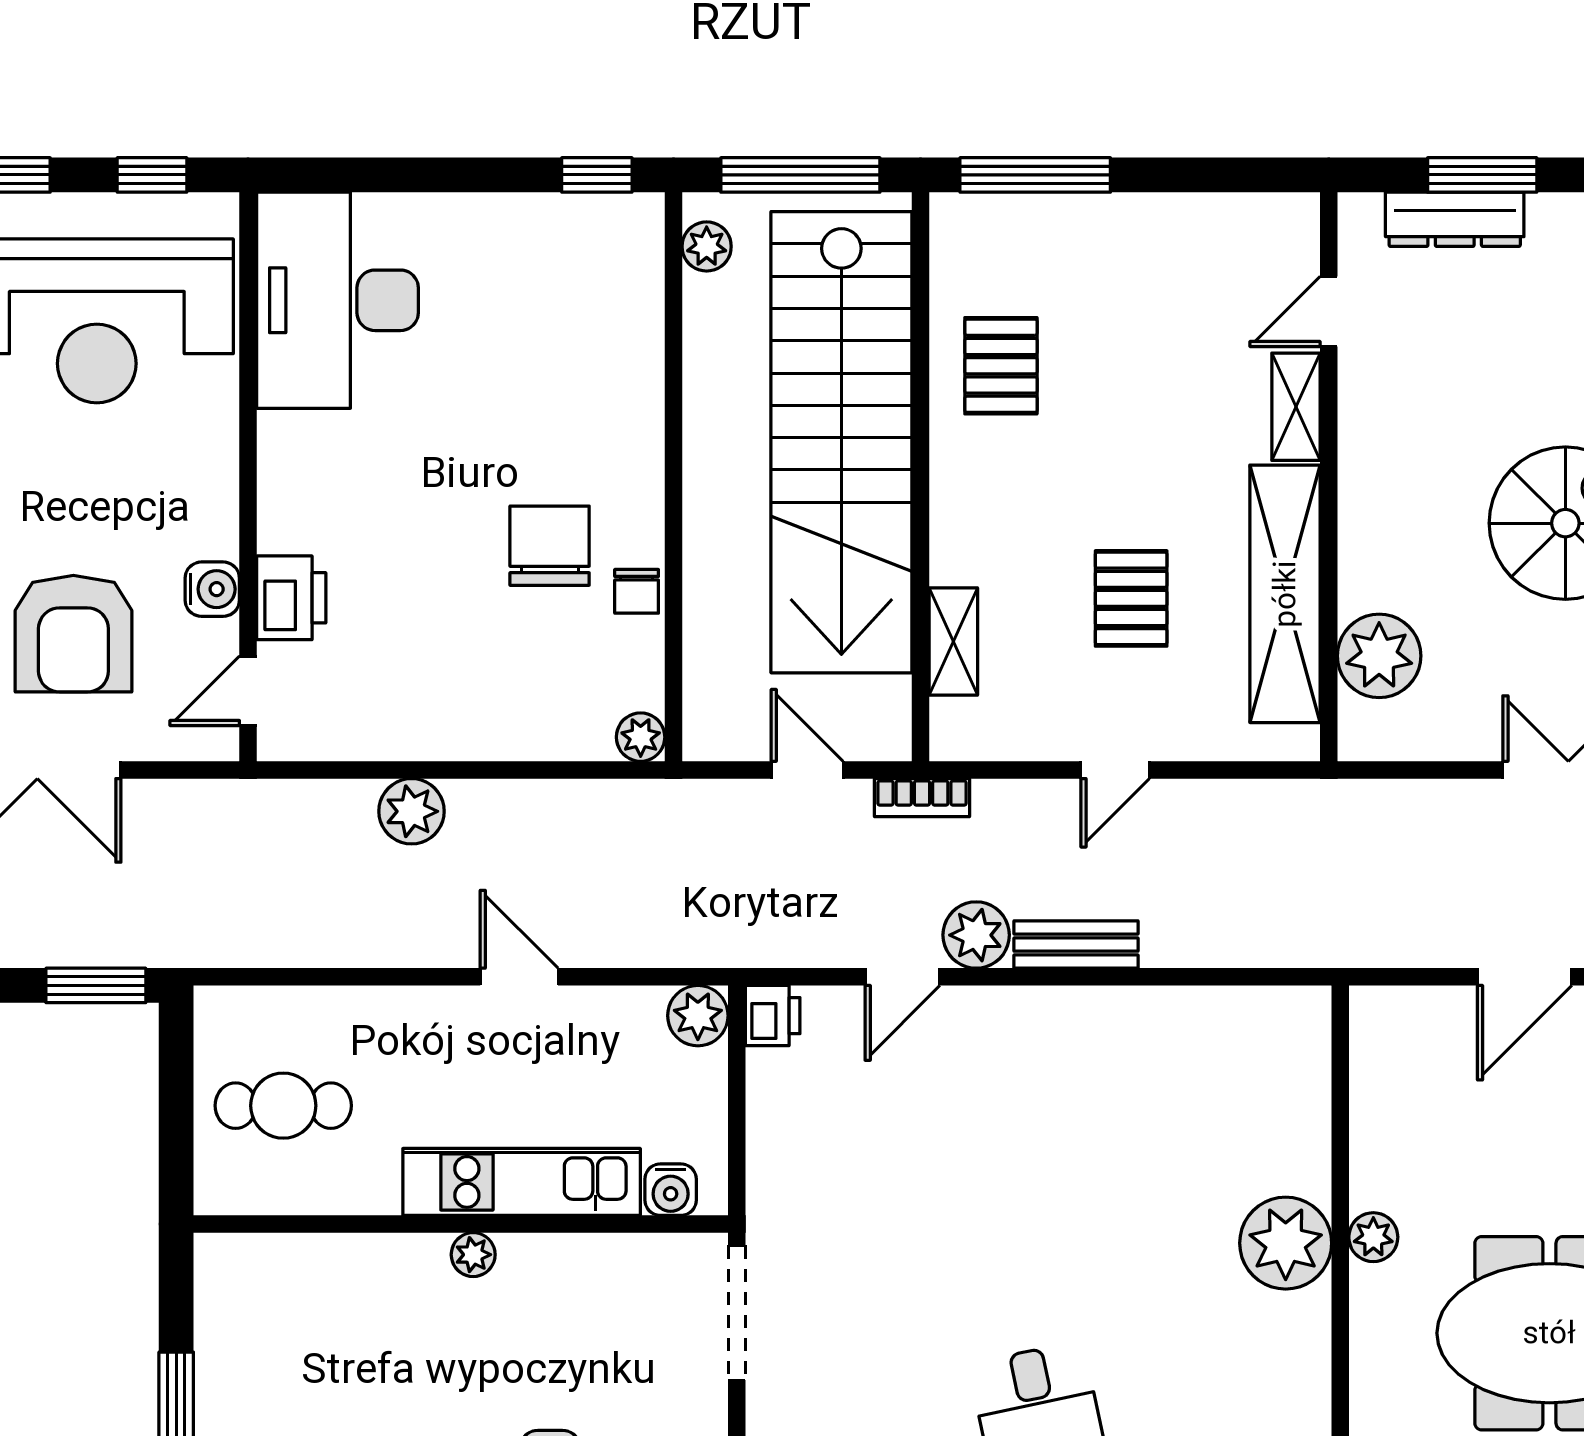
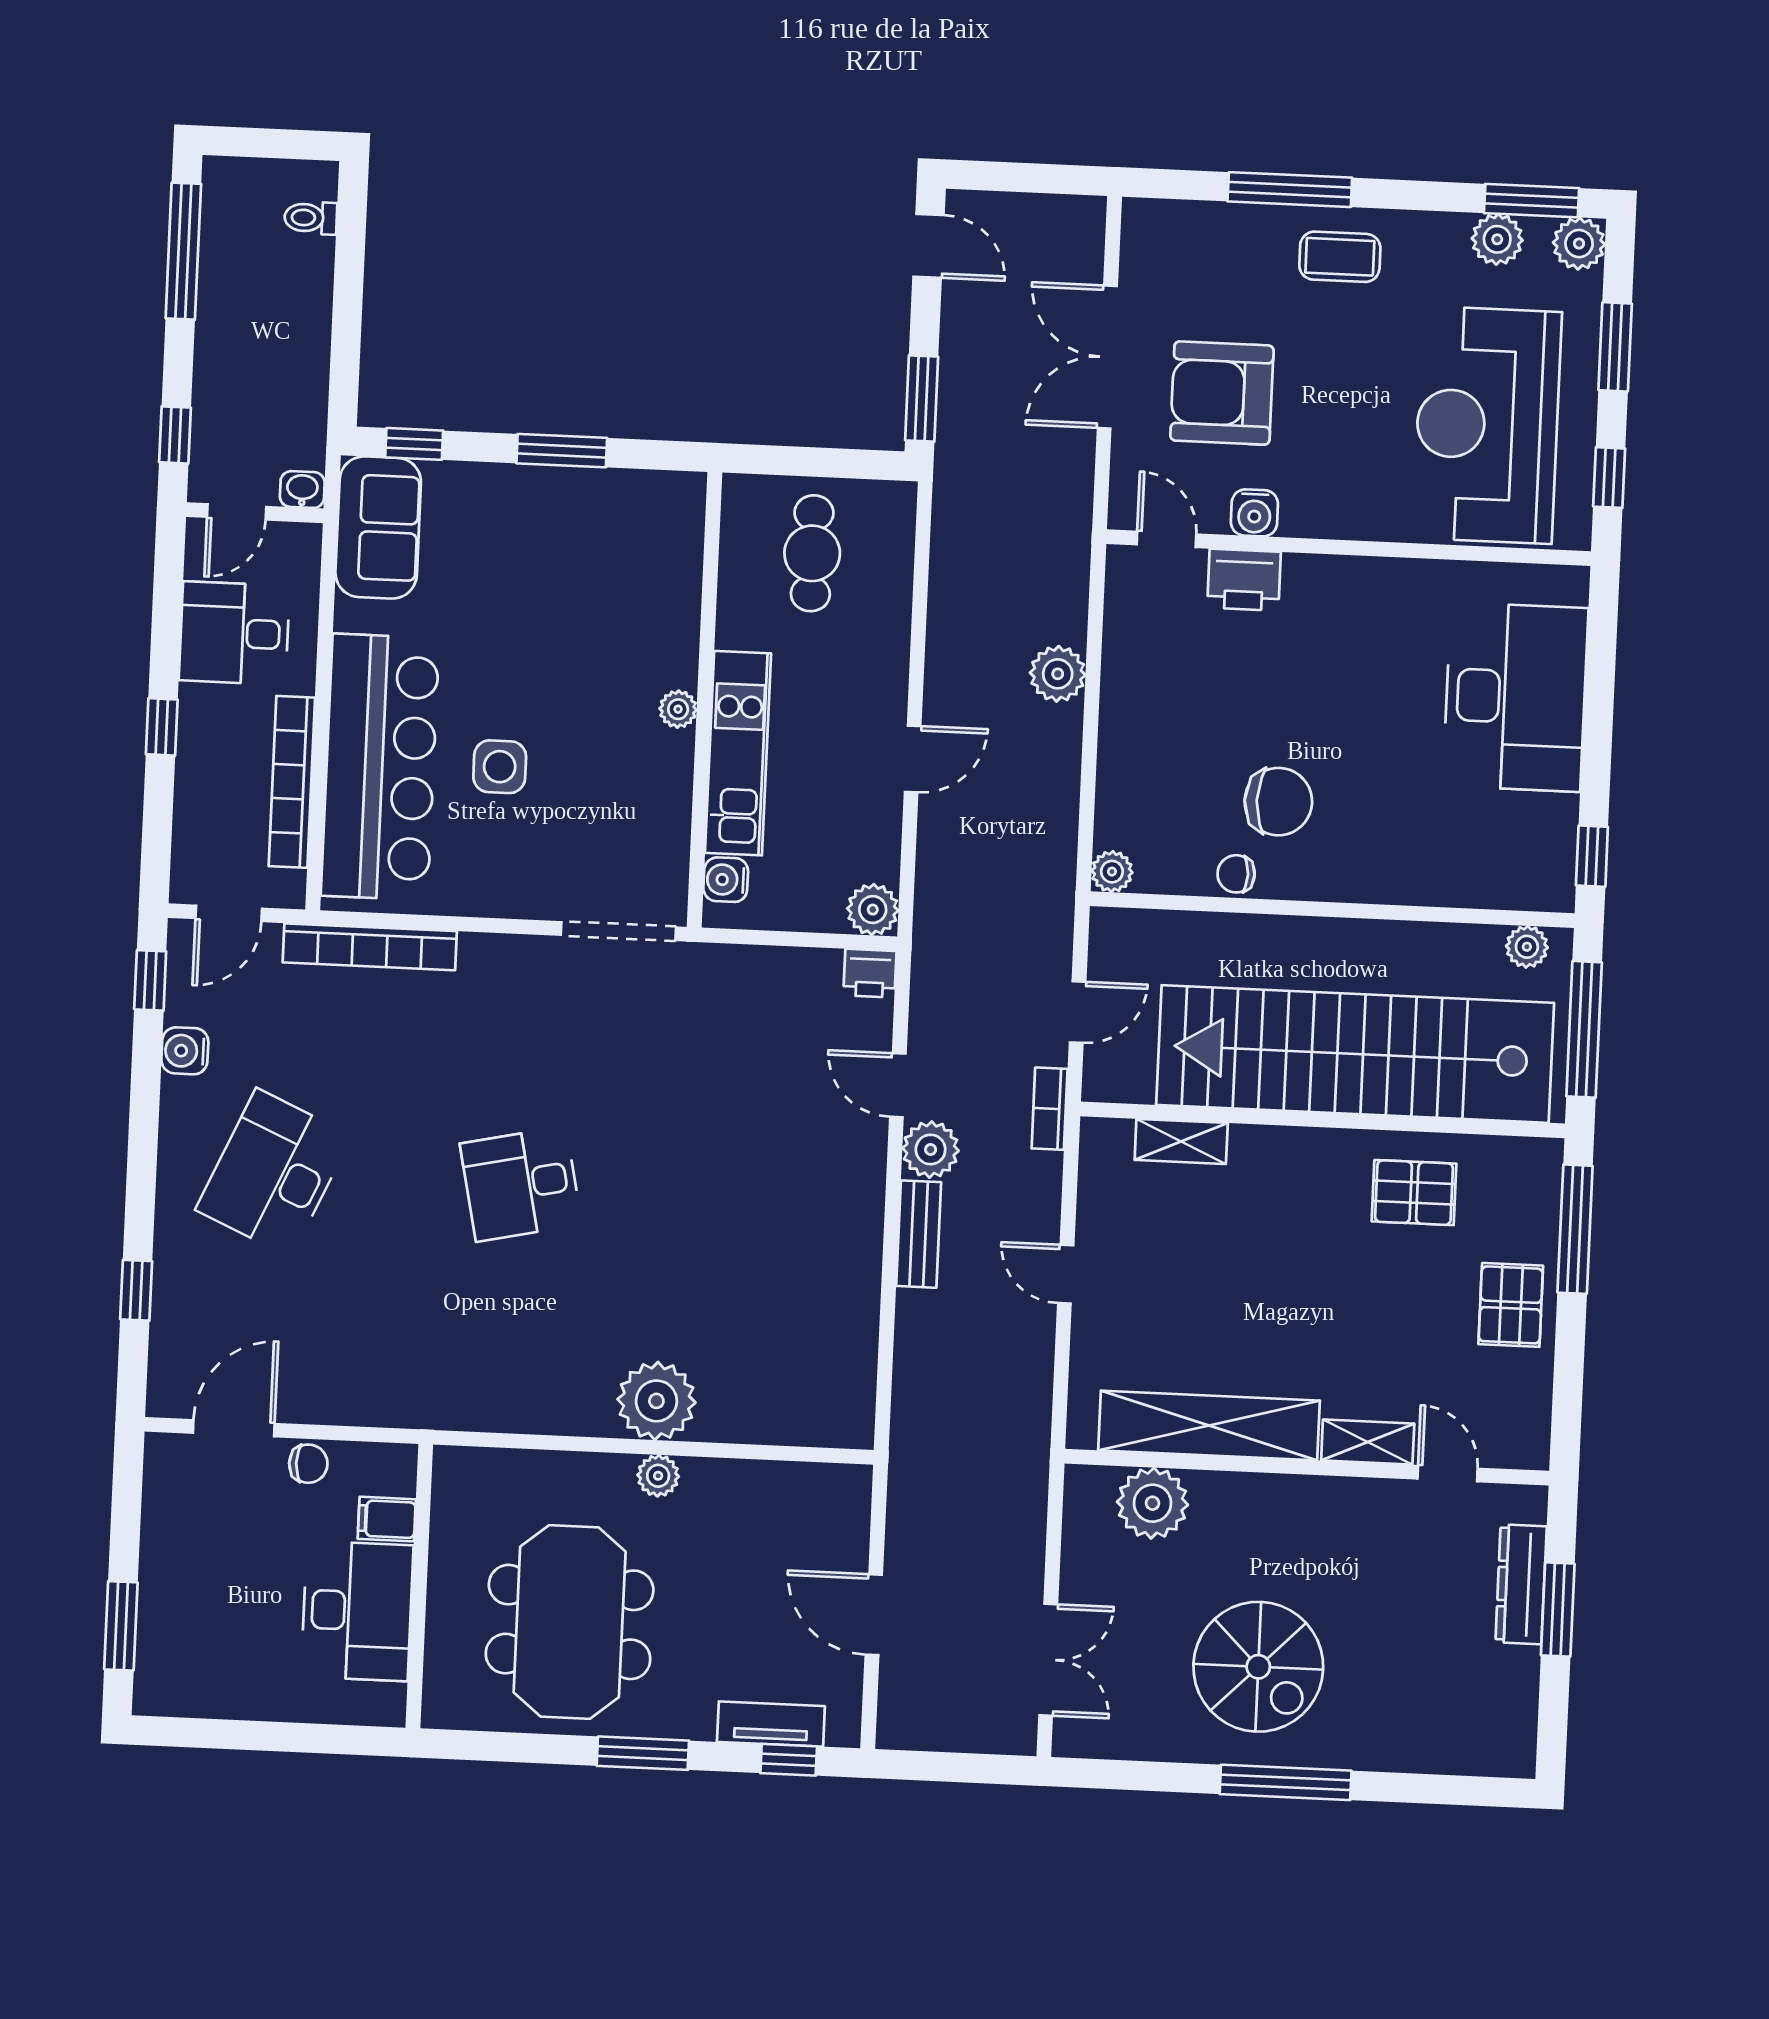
desk: (338, 300) -> (1516, 697), moved, turned 90
pallet: (1131, 598) -> (1511, 1305), moved, turned 90

